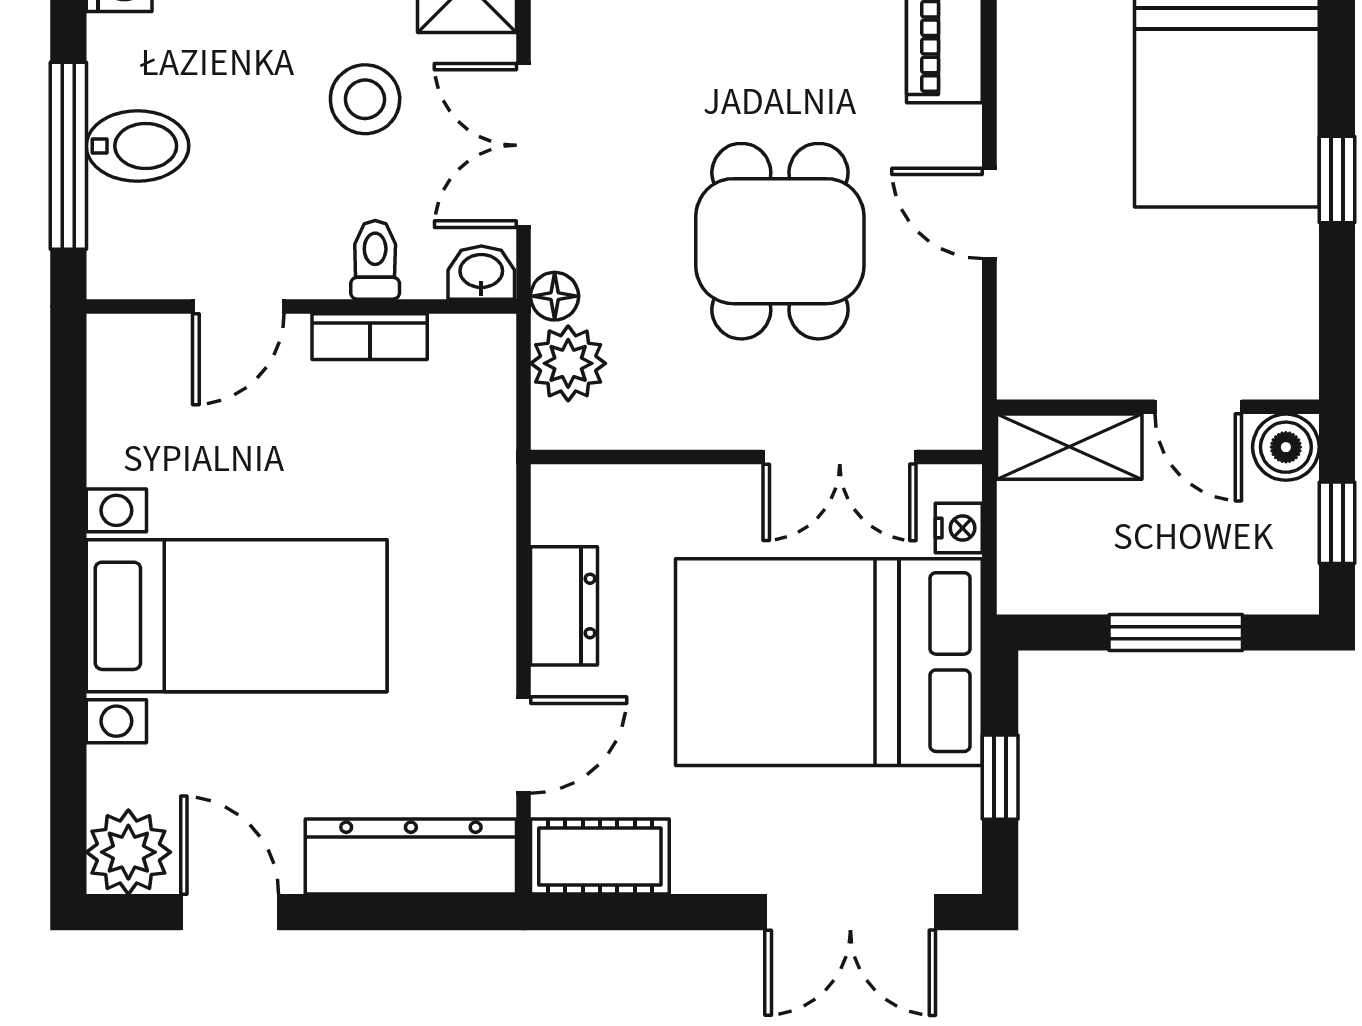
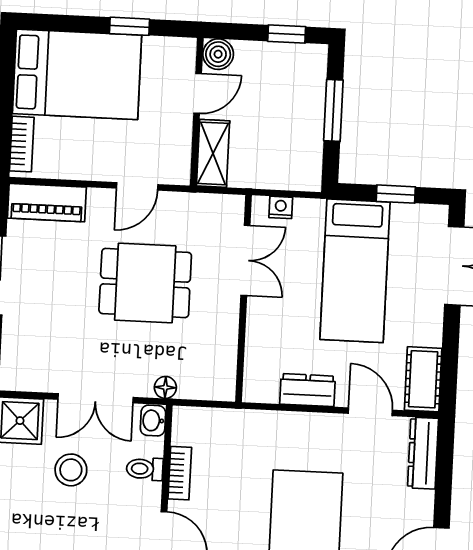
plant: (568, 363) -> (196, 383), removed
wall: (1158, 407) -> (197, 112), moved
door: (1198, 407) -> (198, 93), moved
shelving: (1069, 447) -> (213, 153), moved
boiler: (1286, 447) -> (218, 54), moved
bed: (829, 662) -> (355, 271), width x0.67
dresser: (411, 857) -> (423, 453), width x0.73, depth x0.80

